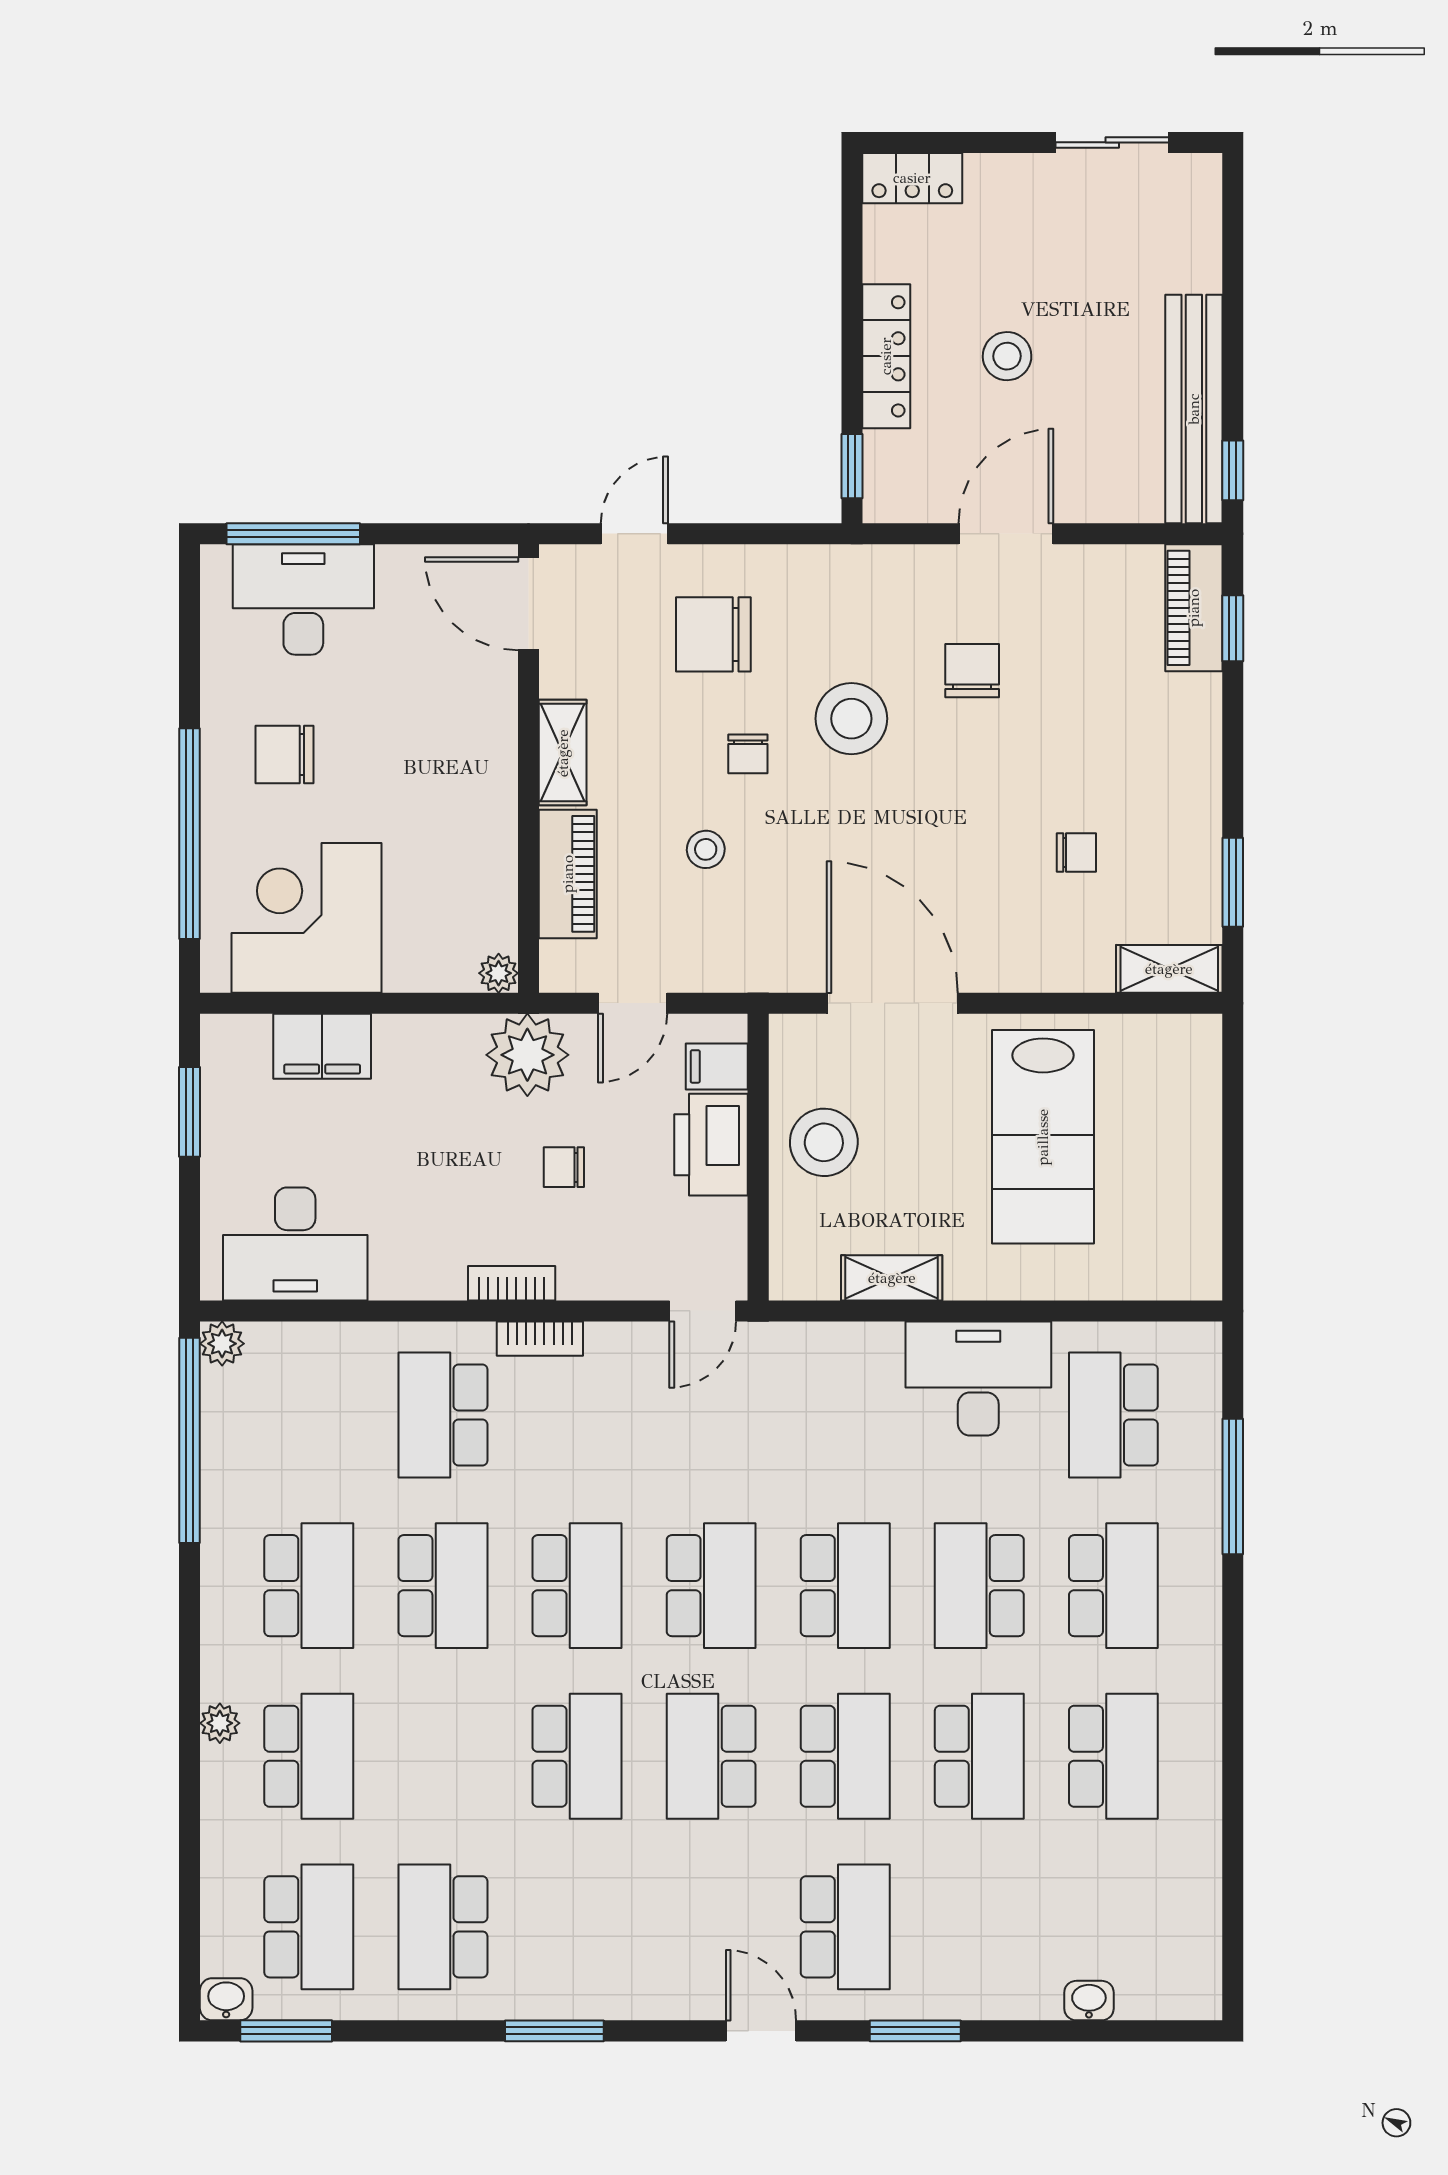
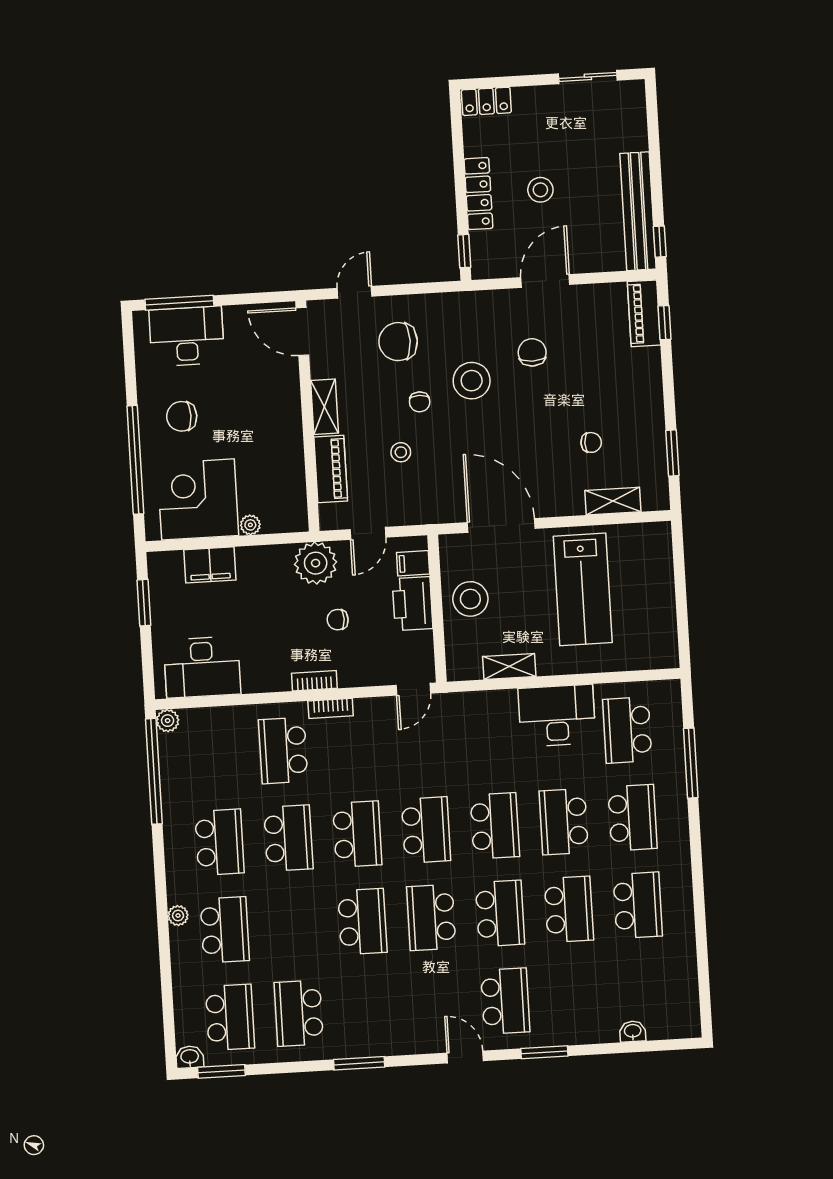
shelving: (1169, 969) -> (613, 501), moved
plant: (499, 973) -> (250, 525), moved

